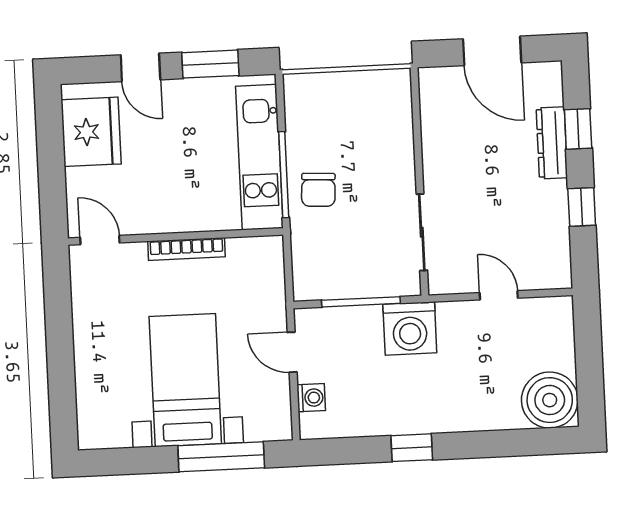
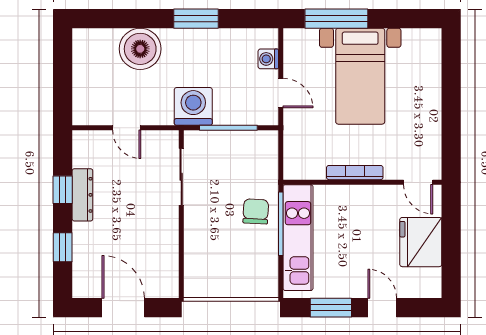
fridge: (91, 132) -> (421, 242), moved
dresser: (552, 143) -> (82, 195), moved
boiler: (550, 400) -> (140, 49), moved
window: (412, 448) -> (196, 19), width x1.50

